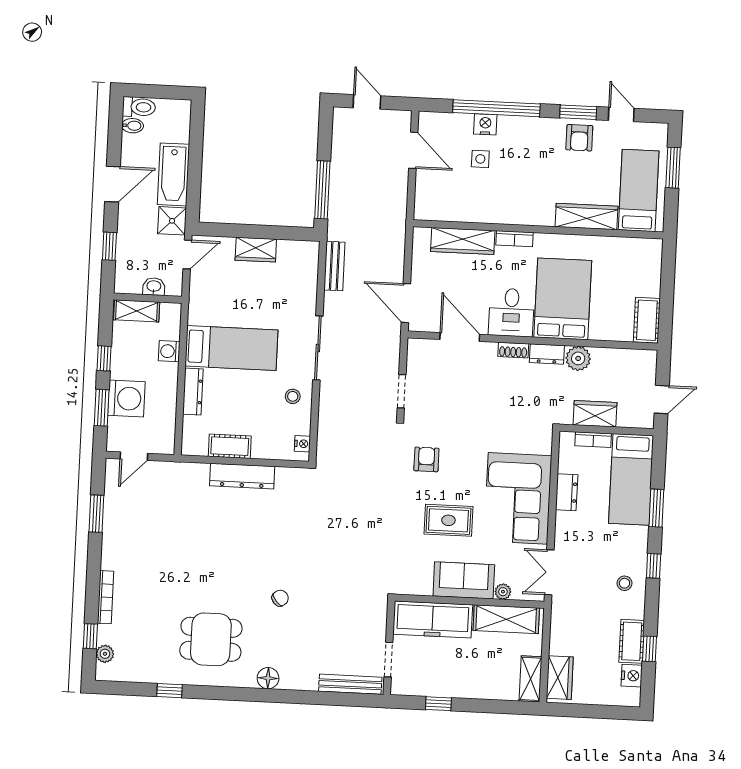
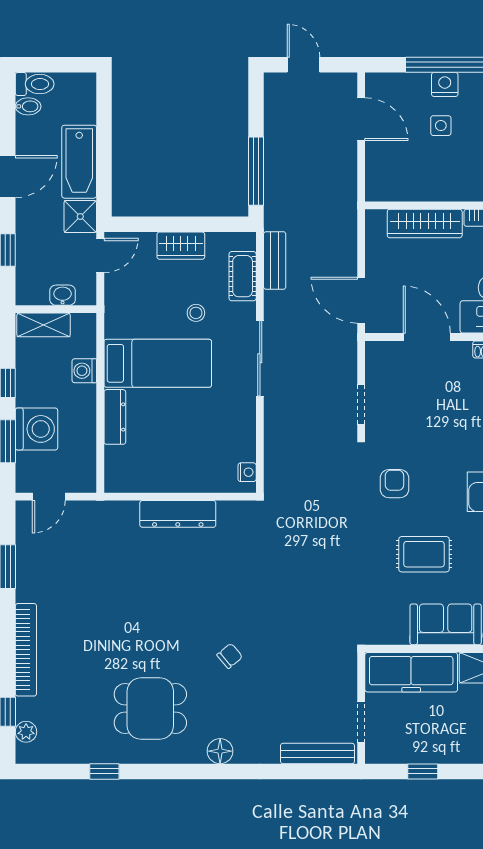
stool: (293, 396) -> (196, 313), moved
cot: (230, 446) -> (243, 276), moved, turned 90
bookcase: (106, 597) -> (26, 650), width x1.48, depth x1.31

